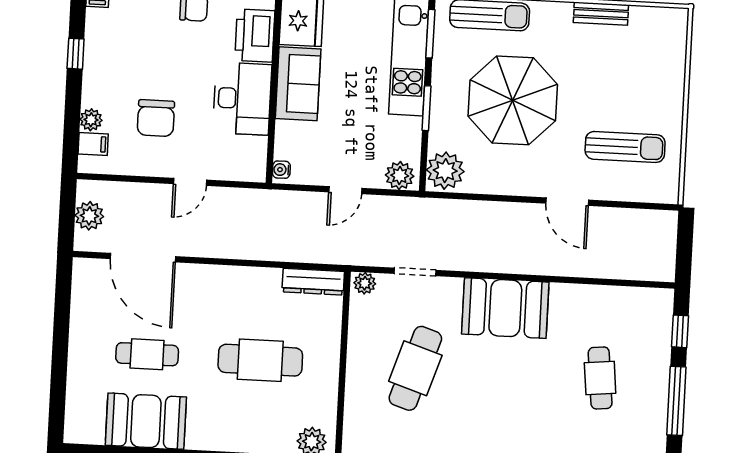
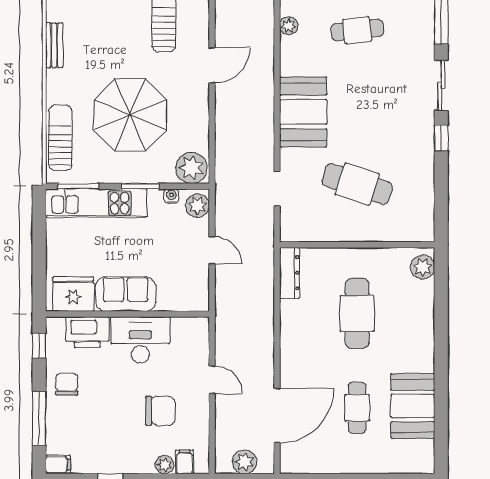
water cooler: (281, 170) -> (171, 196), moved, turned 180
plant: (365, 283) -> (289, 26), moved

